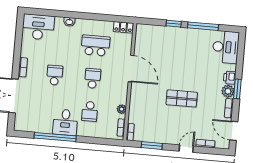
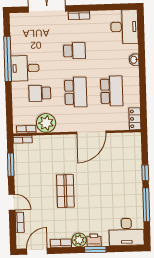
school desk: (93, 78) -> (76, 92), width x1.85
window: (237, 89) -> (95, 250), moved
plant: (122, 109) -> (46, 123), width x1.87, depth x1.87

